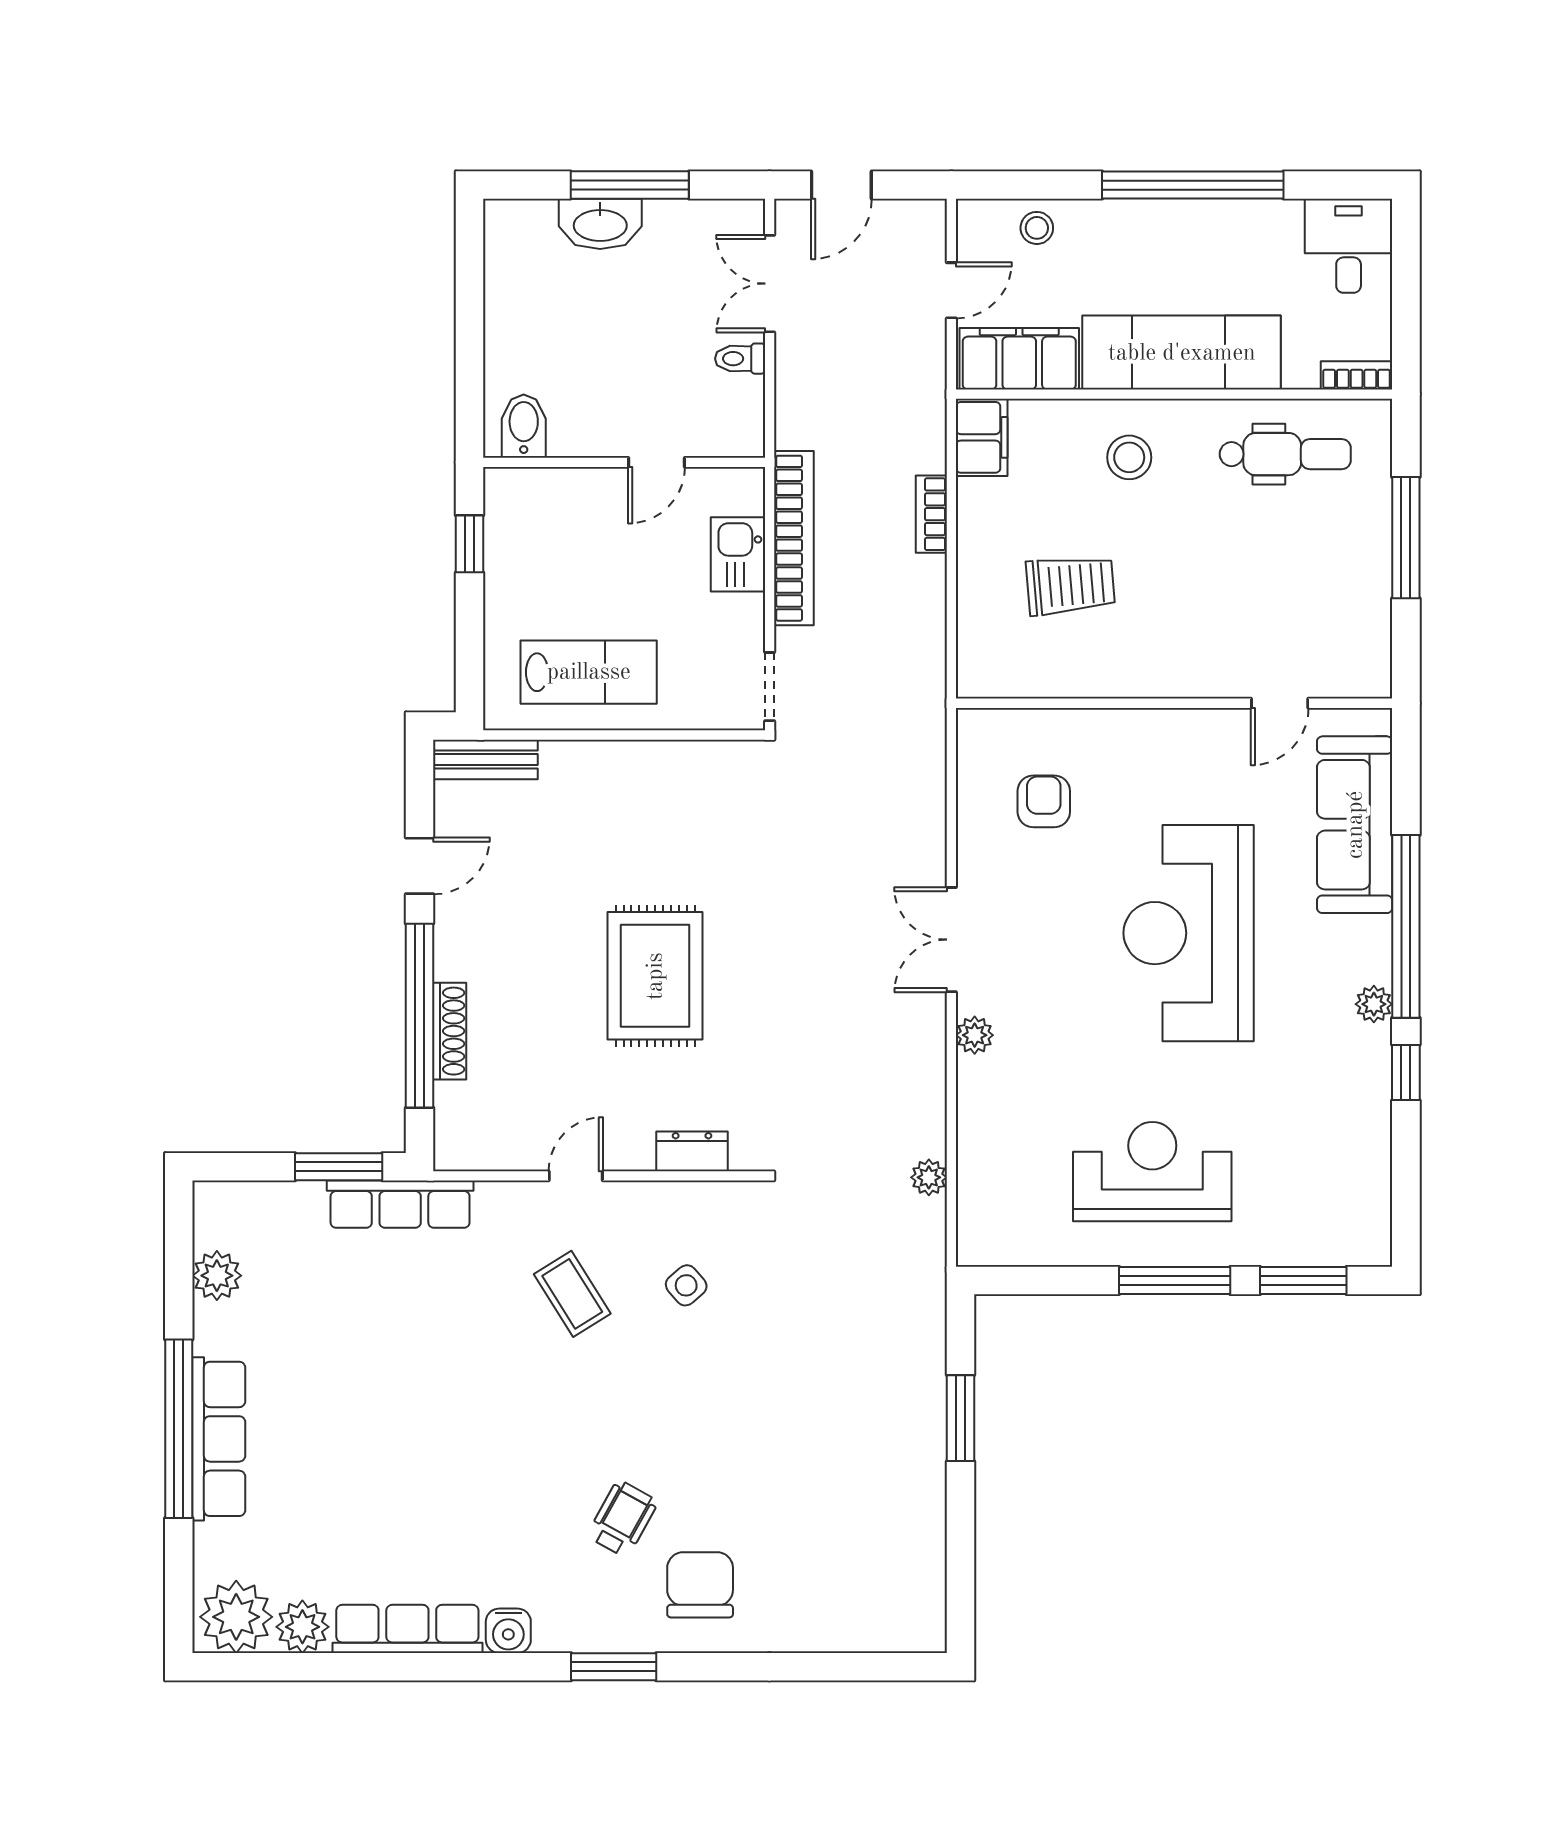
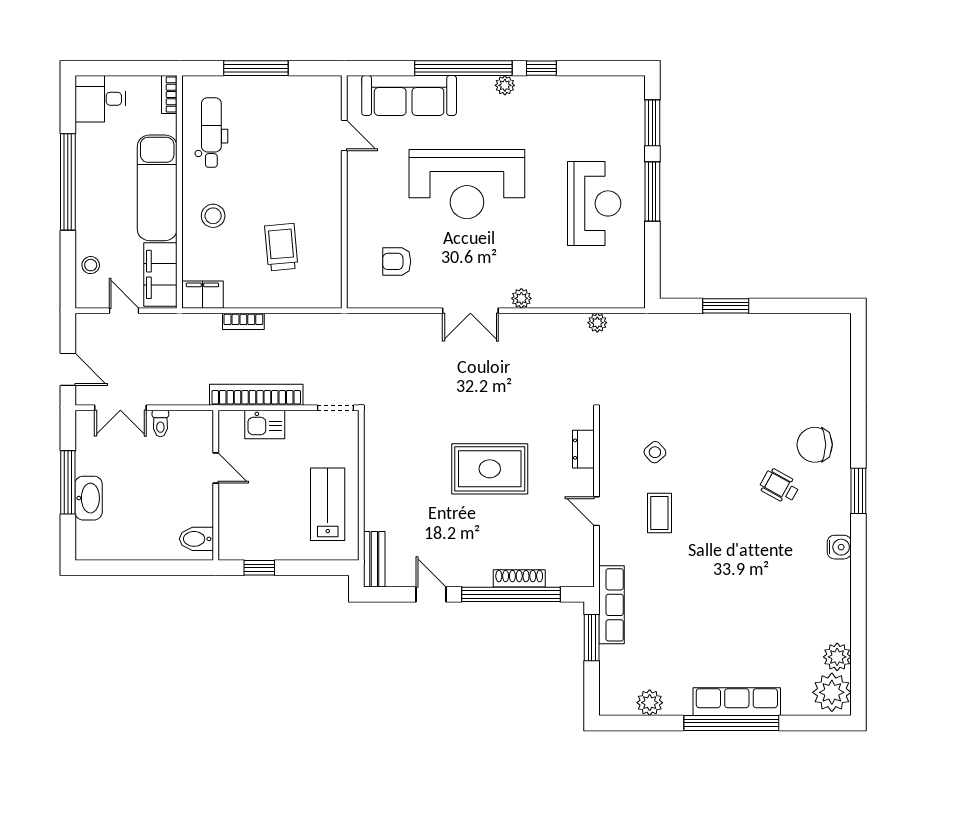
reception desk: (1152, 1172) -> (594, 203), turned 180
coffee table: (572, 1294) -> (659, 513), turned -58
row of seats: (407, 1629) -> (838, 601), removed

